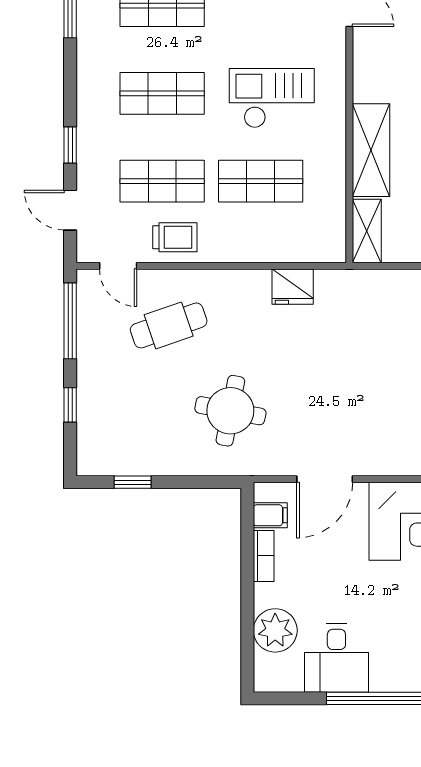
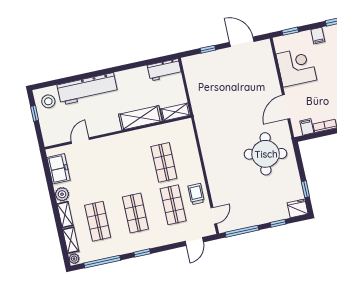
checkout: (272, 98) -> (127, 165), removed
window: (70, 145) -> (142, 253), moved
fridge: (293, 287) -> (298, 208), moved, turned -90
cafe table: (169, 325) -> (235, 188), removed
round table: (230, 411) -> (266, 154), width x1.36, depth x1.36
door: (325, 479) -> (286, 107), swing flipped

